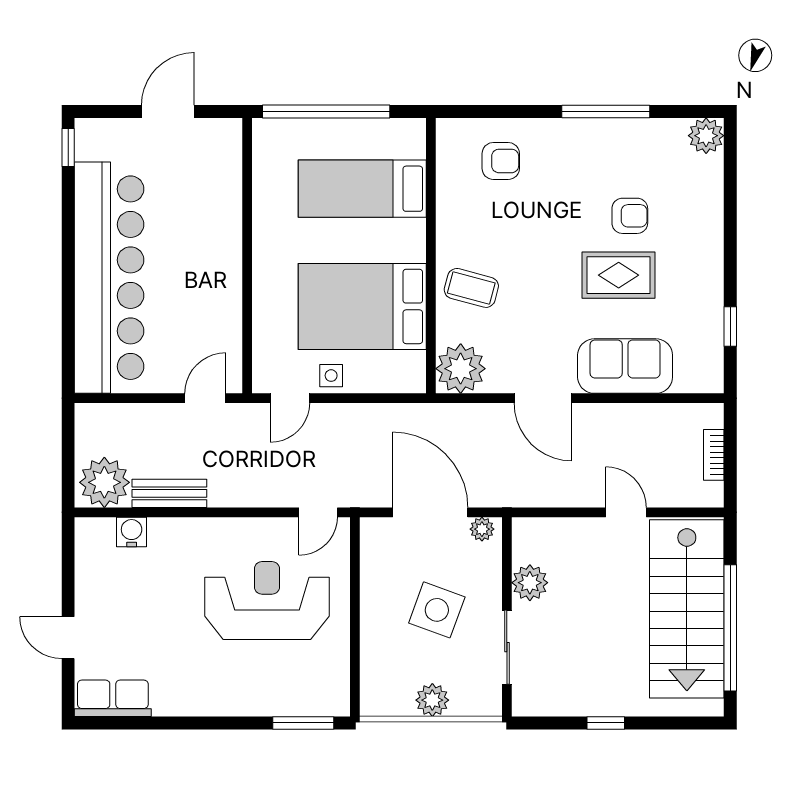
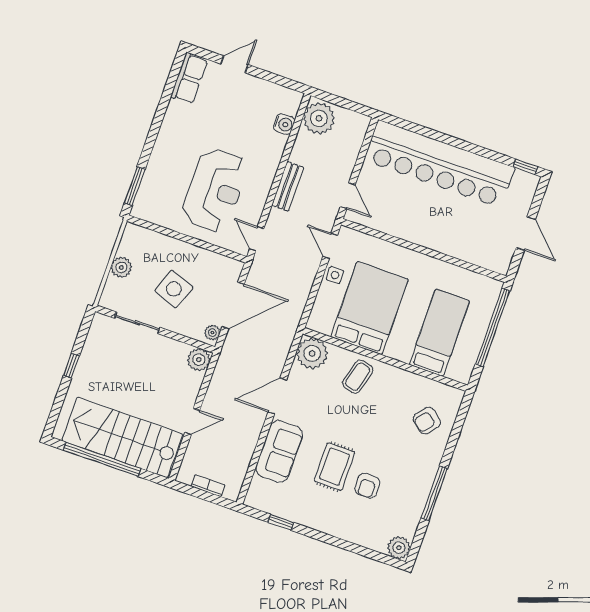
armchair: (501, 161) -> (427, 421), turned 39
bench: (169, 493) -> (288, 186), moved
plant: (530, 583) -> (199, 360), moved

